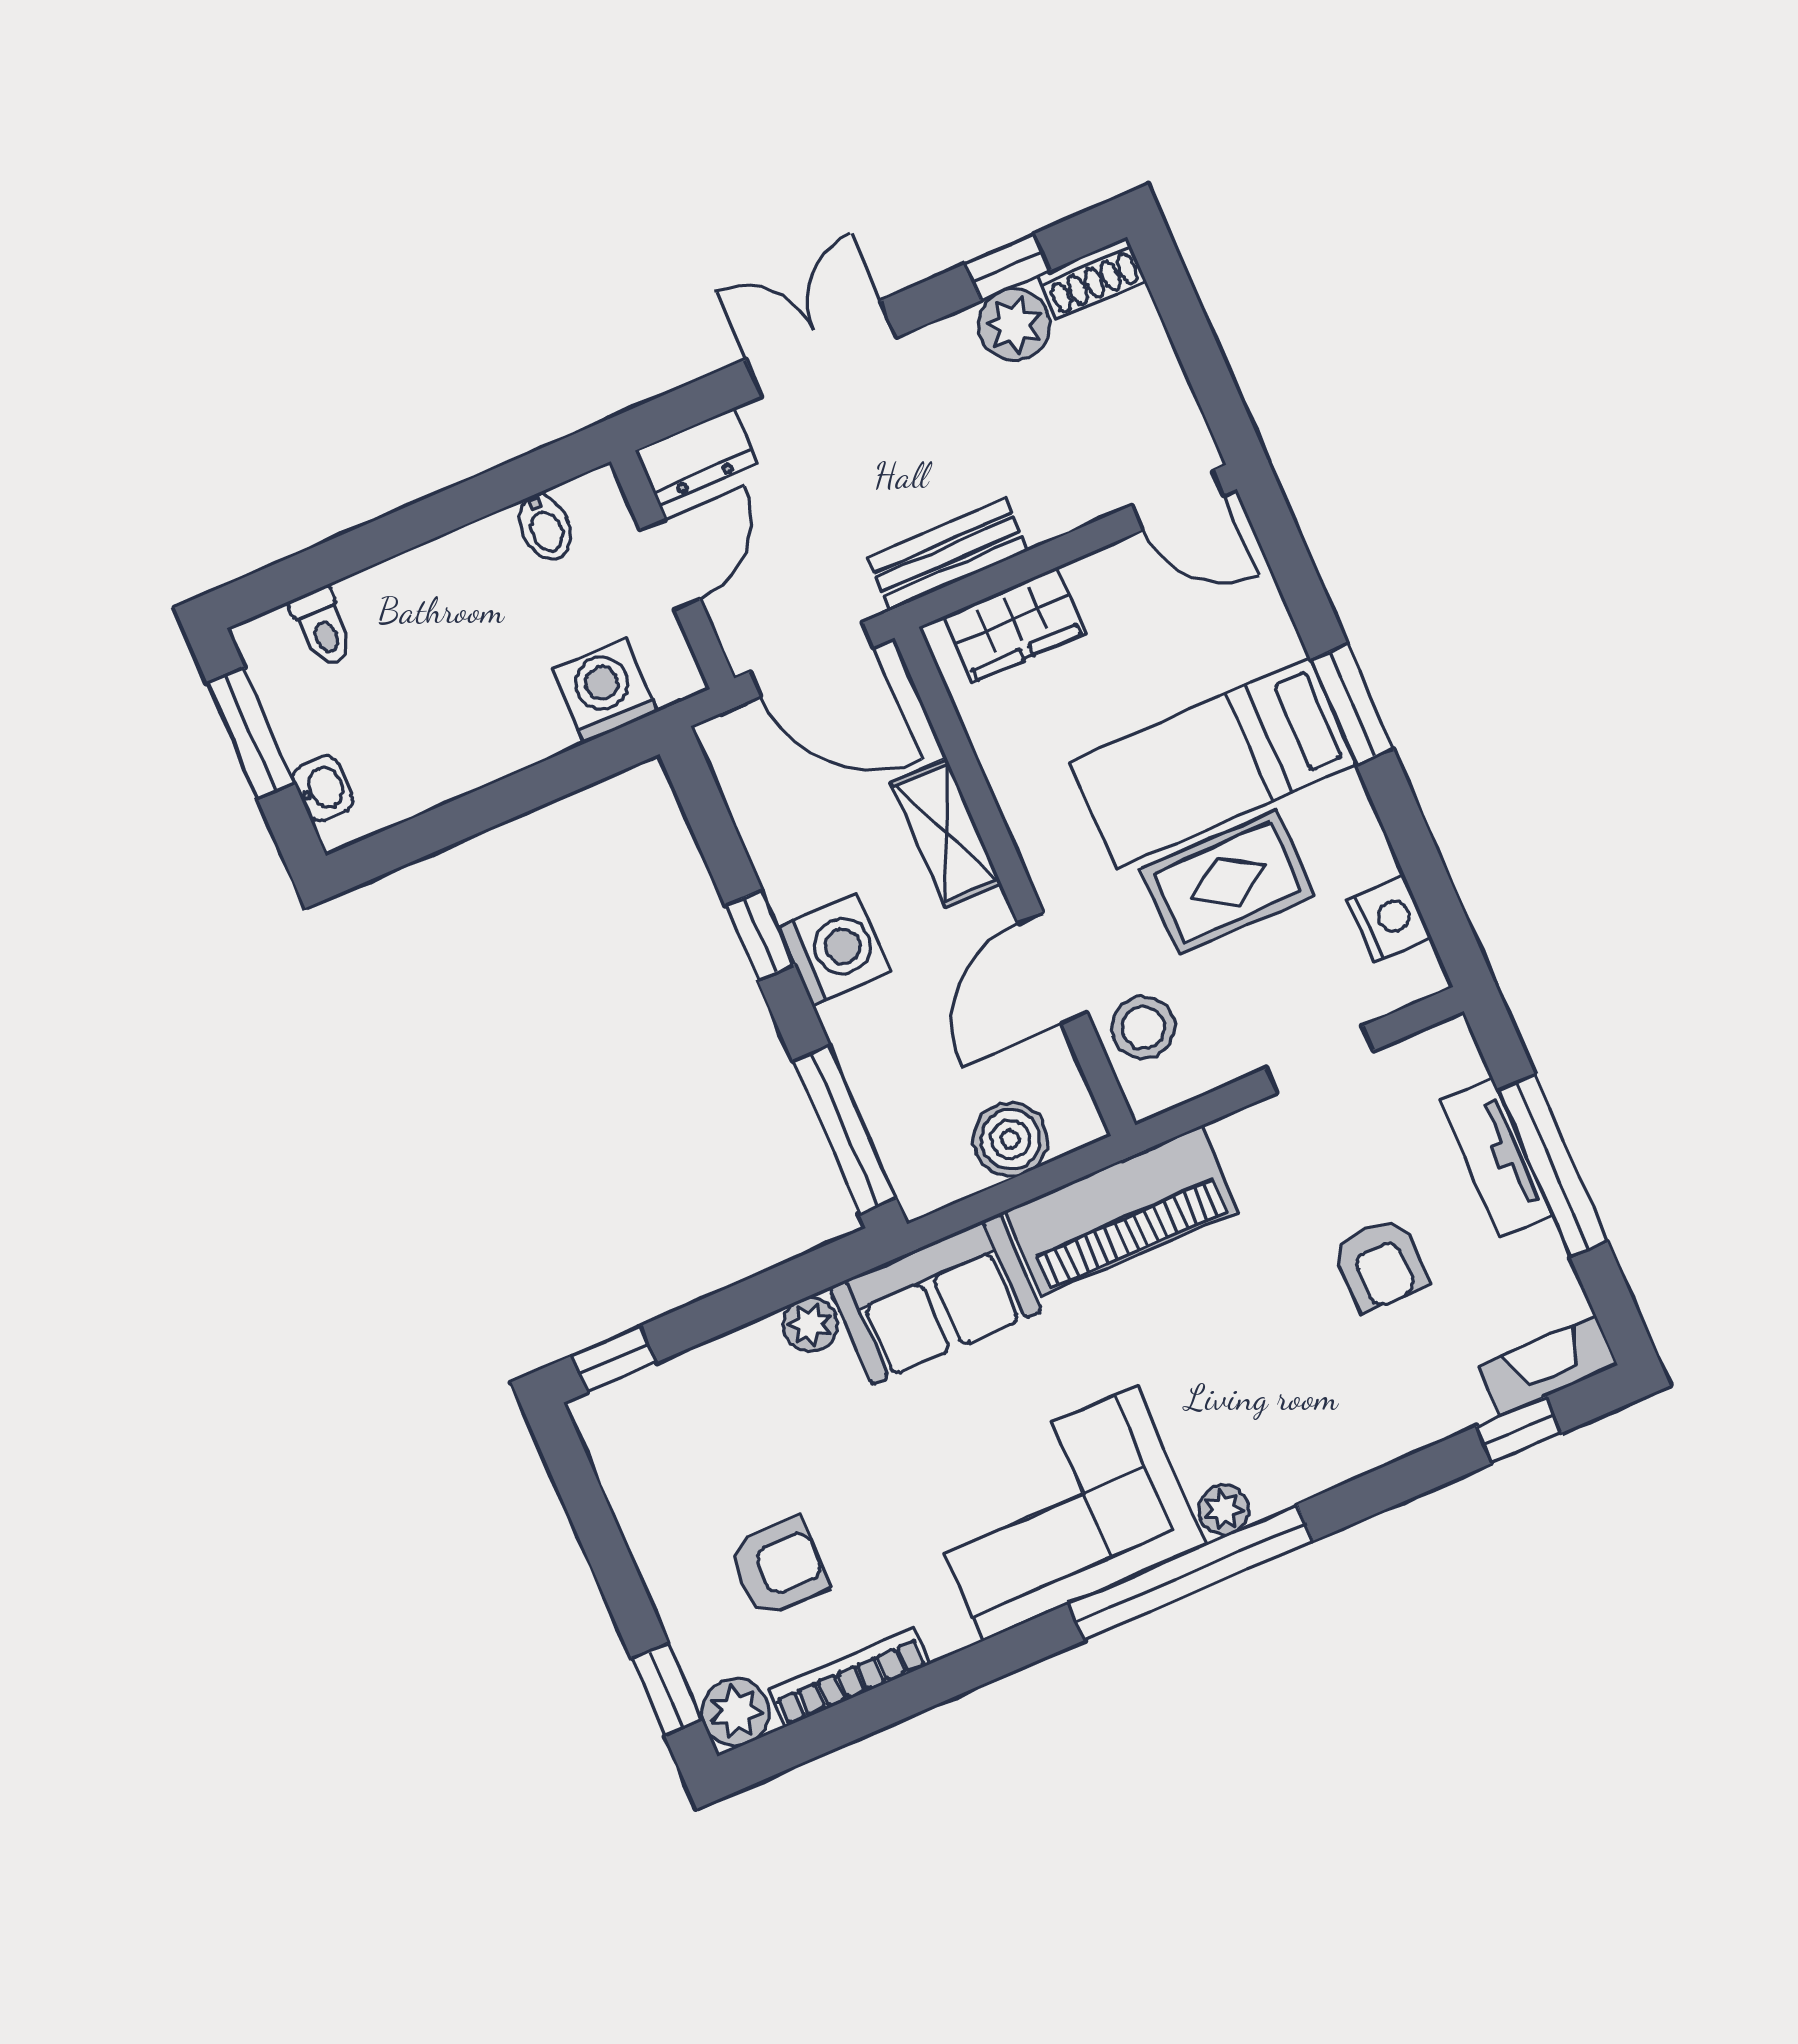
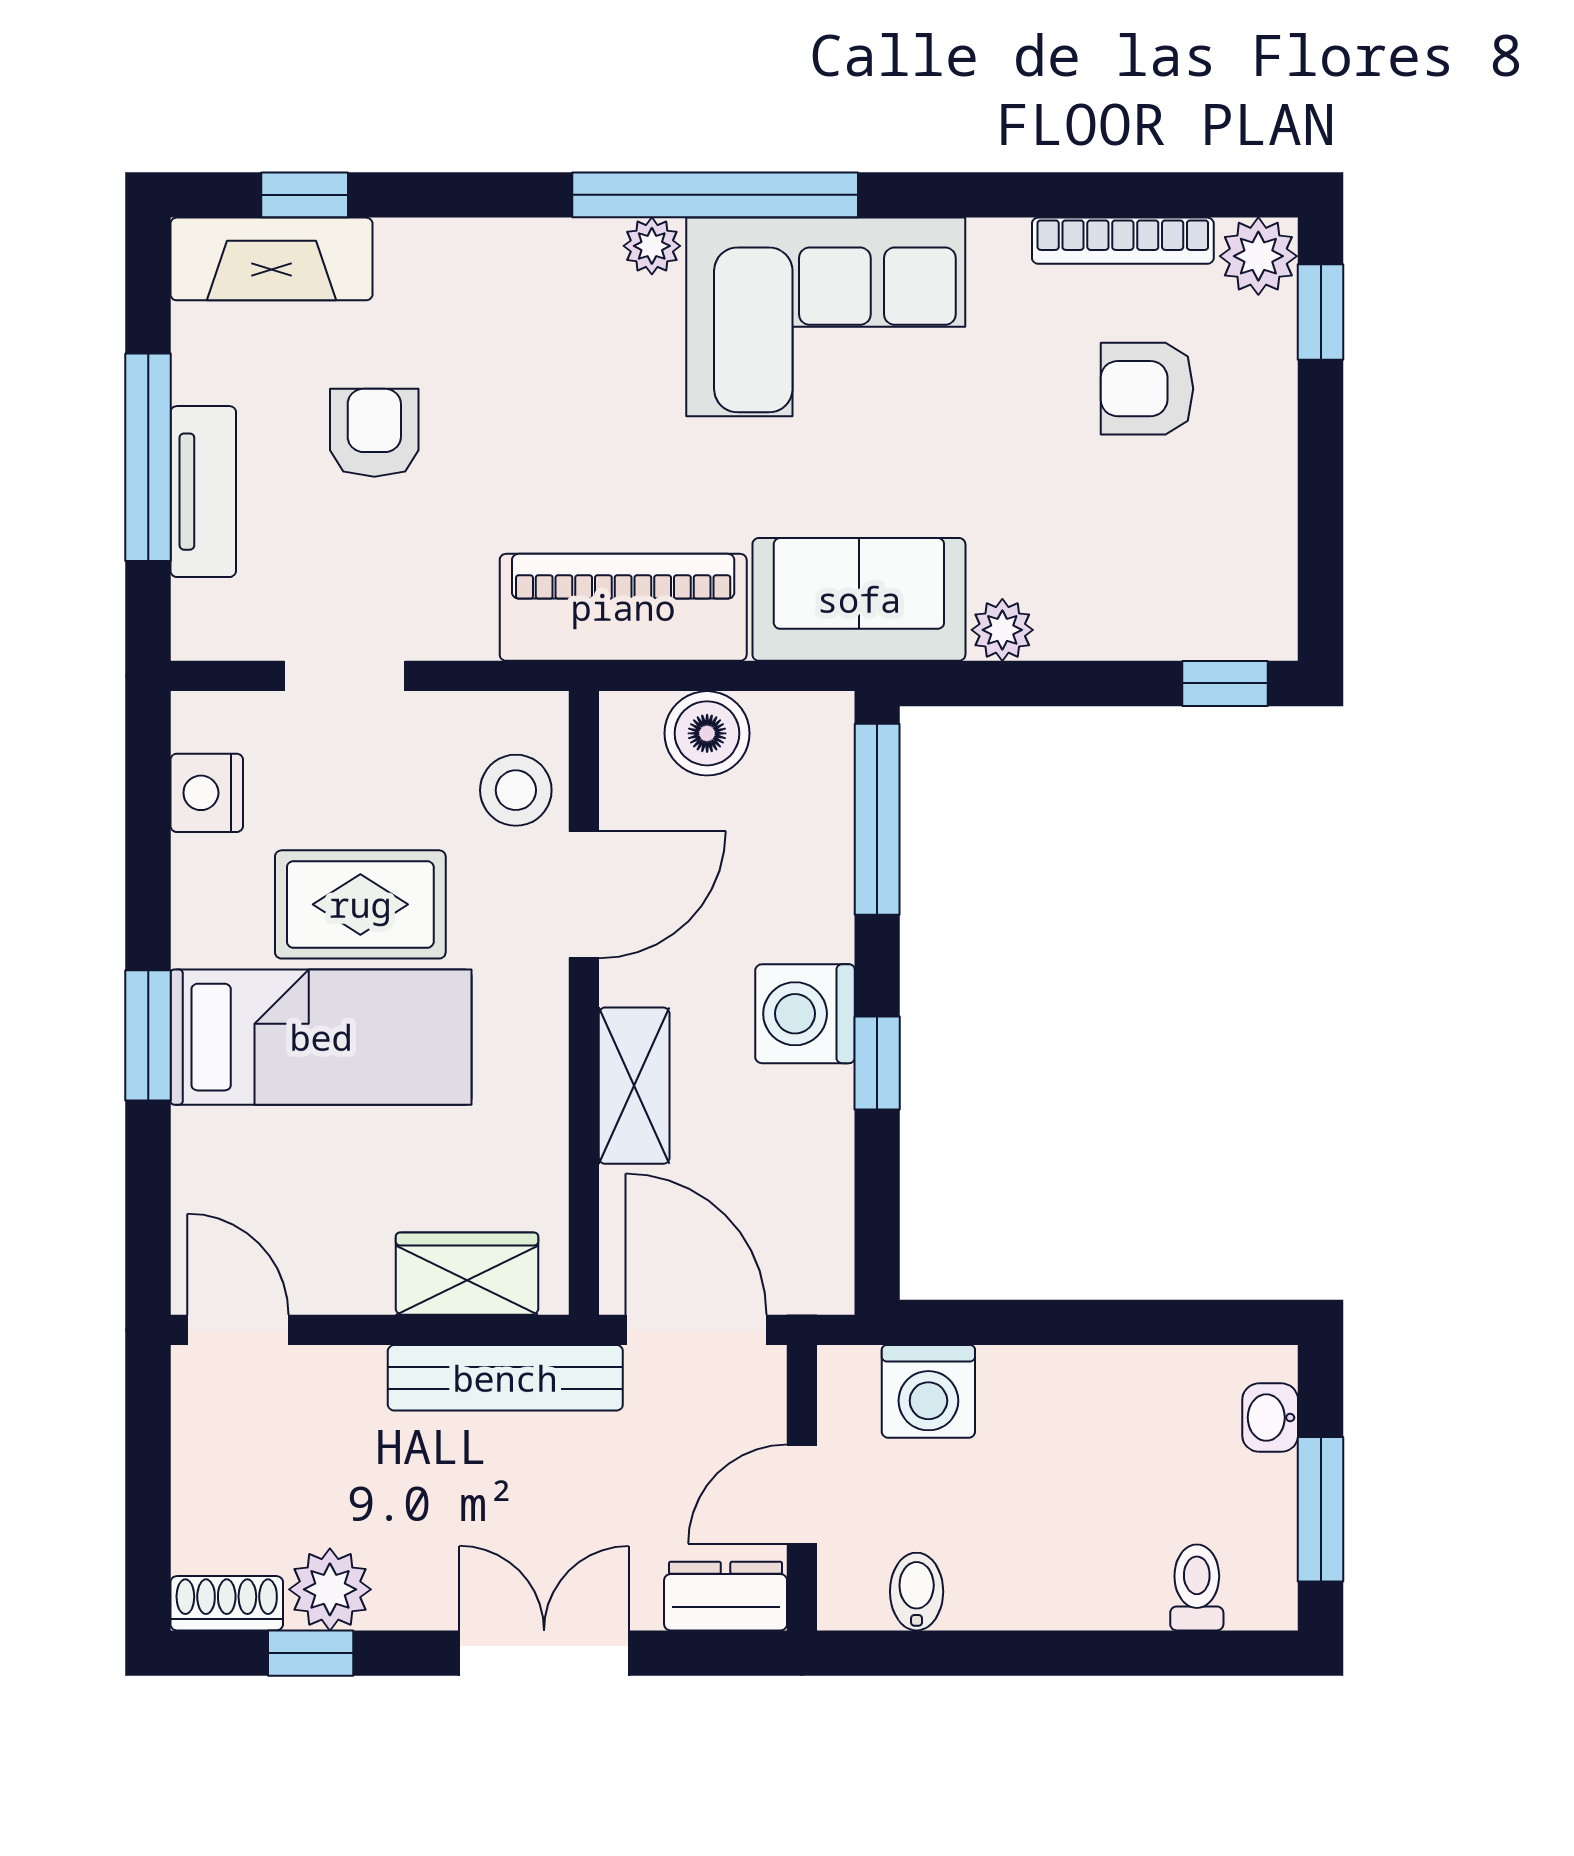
double door: (821, 348) -> (544, 1653), swing flipped
bench: (948, 555) -> (505, 1378), width x1.36
fireplace: (1548, 1366) -> (271, 259), width x1.37, depth x1.32

